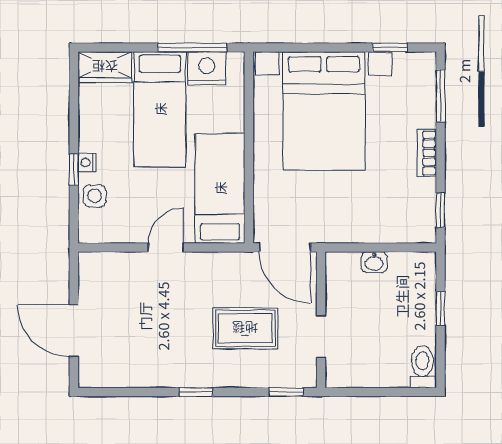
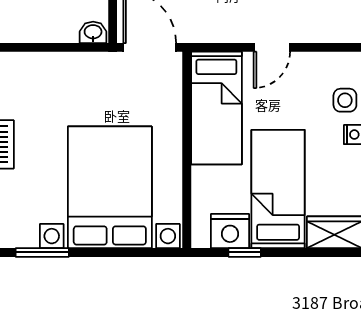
window: (192, 48) -> (245, 252), width x0.46
window: (390, 48) -> (42, 252), width x1.50
washbasin: (374, 262) -> (93, 32), moved

